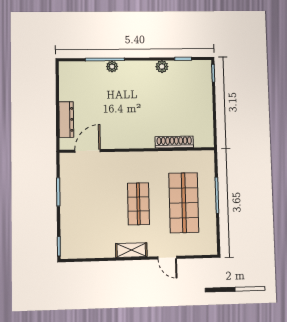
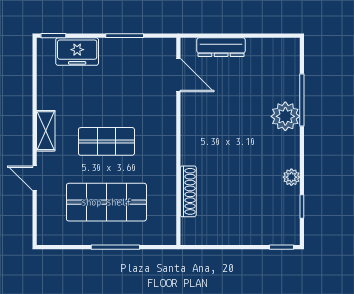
plant: (112, 67) -> (285, 116), width x1.88, depth x1.88
freezer: (71, 228) -> (77, 52), added
door: (167, 258) -> (35, 178), hinge flipped

